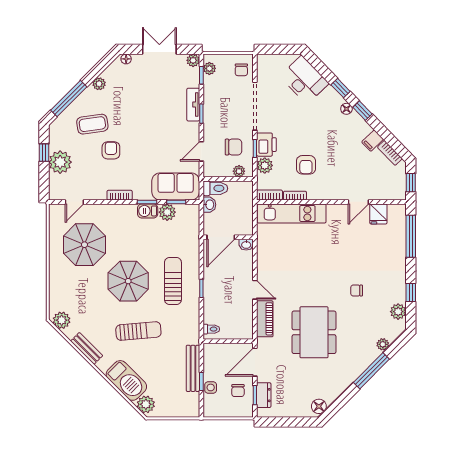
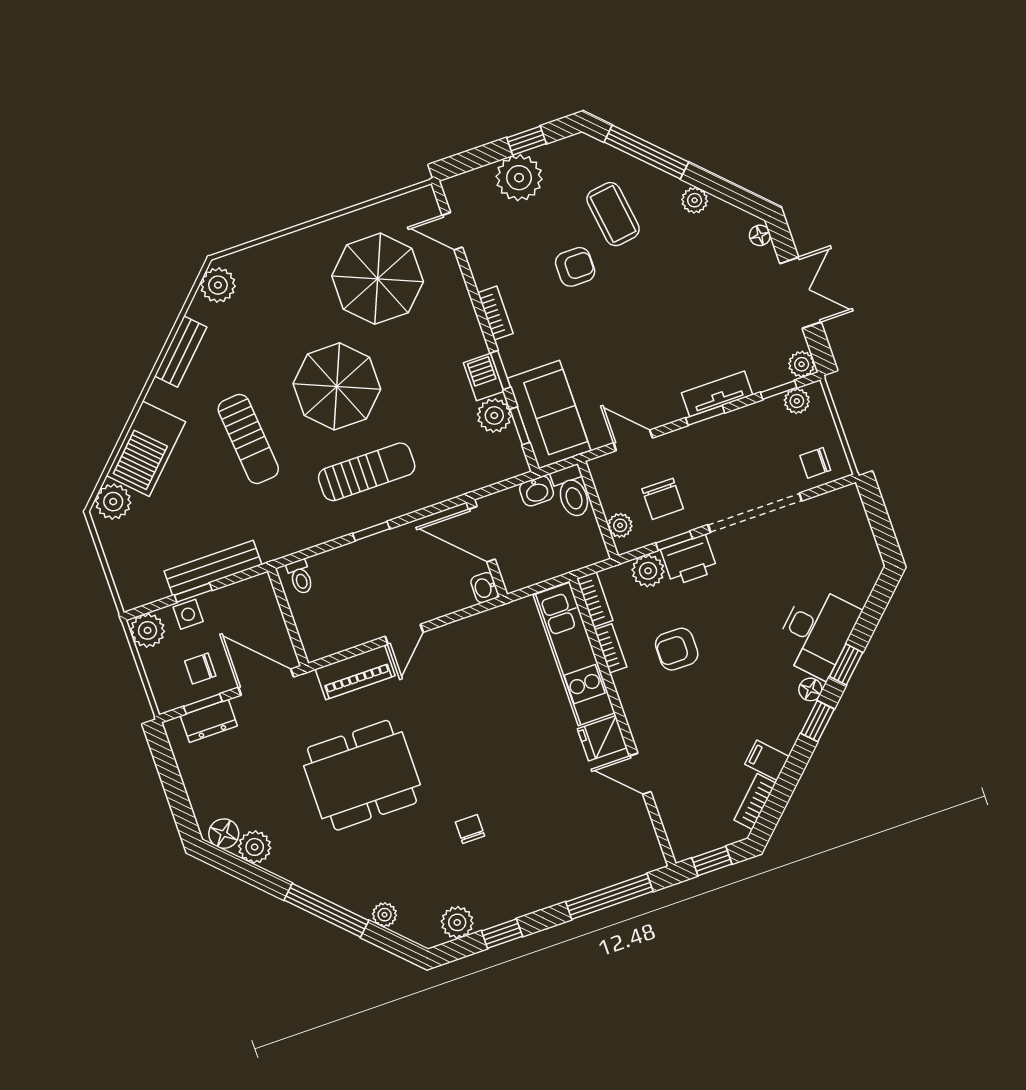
desk: (304, 80) -> (817, 632), moved
fridge: (378, 214) -> (602, 738), moved
plant: (330, 394) -> (255, 847), added
plant: (212, 409) -> (148, 630), added

